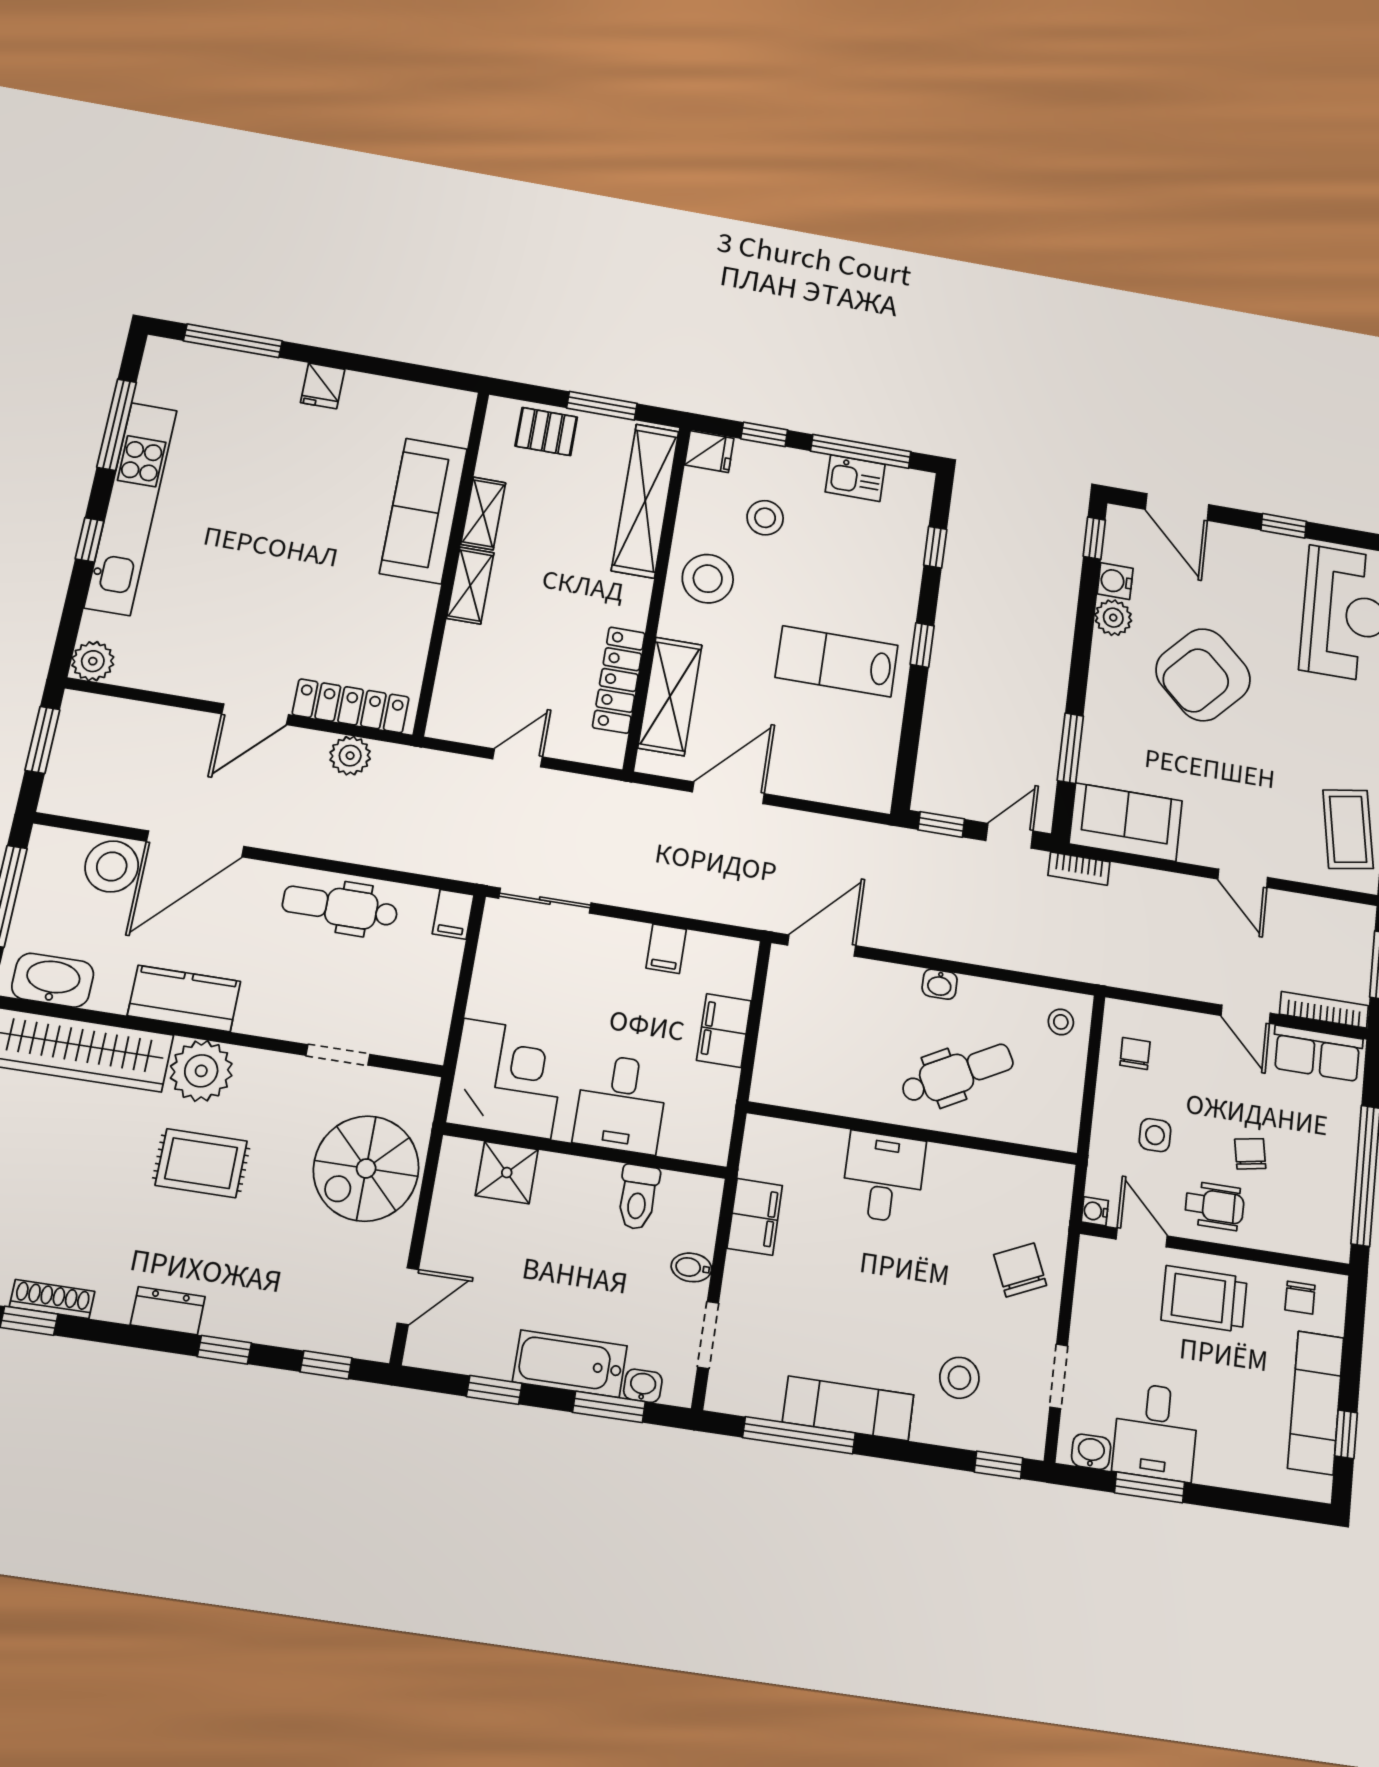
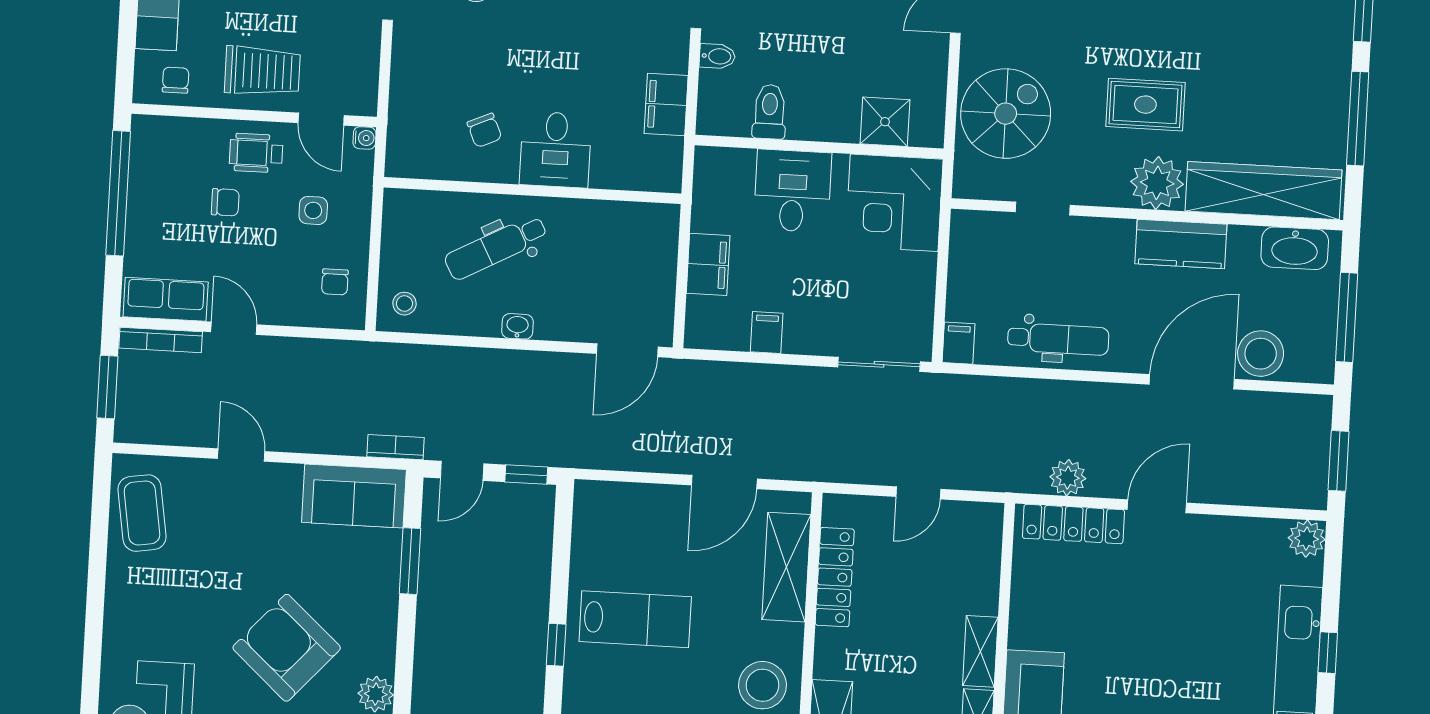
armchair: (1203, 675) -> (287, 648), turned -91
chair: (1250, 1154) -> (225, 202), turned -80
chair: (1020, 1270) -> (484, 130), moved, width x0.73, depth x0.73

